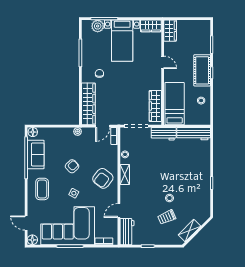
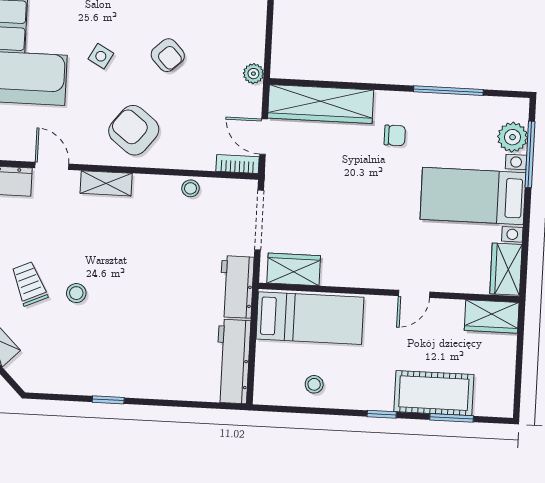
cot: (202, 70) -> (434, 393), moved
wardrobe: (155, 106) -> (294, 269), width x0.67
shelving: (125, 174) -> (106, 183), moved

